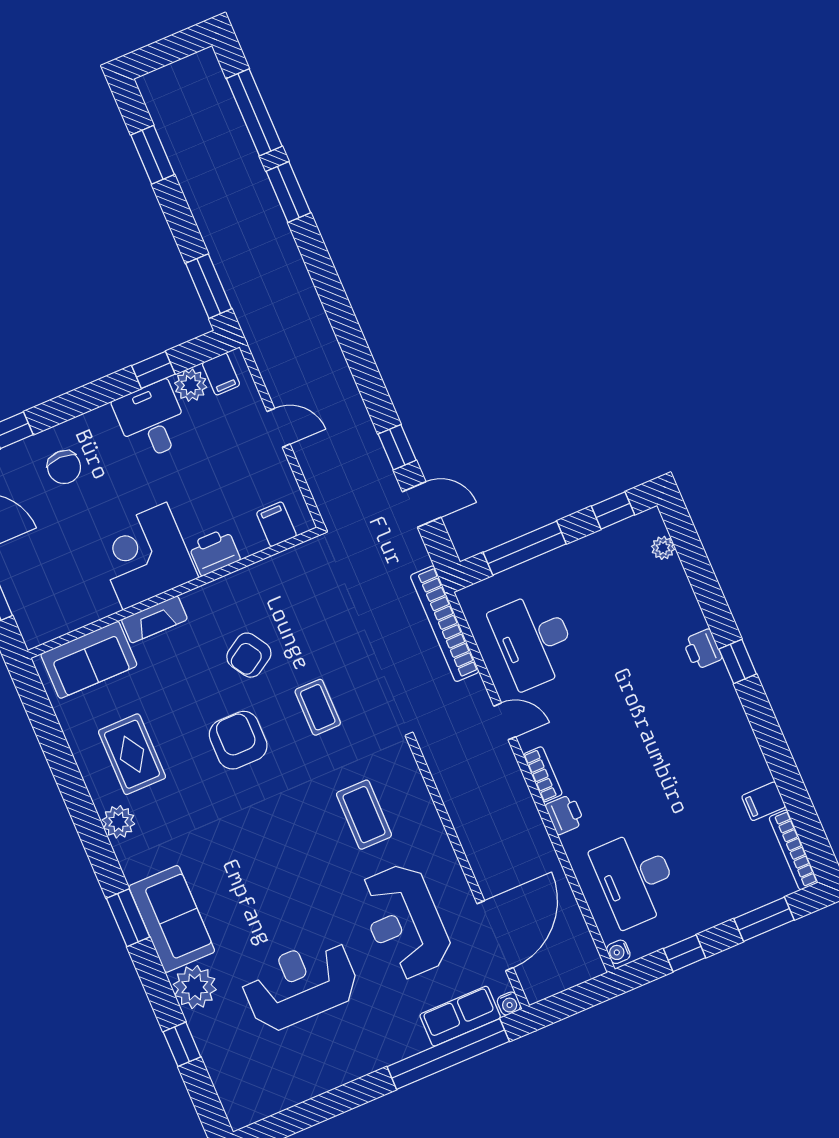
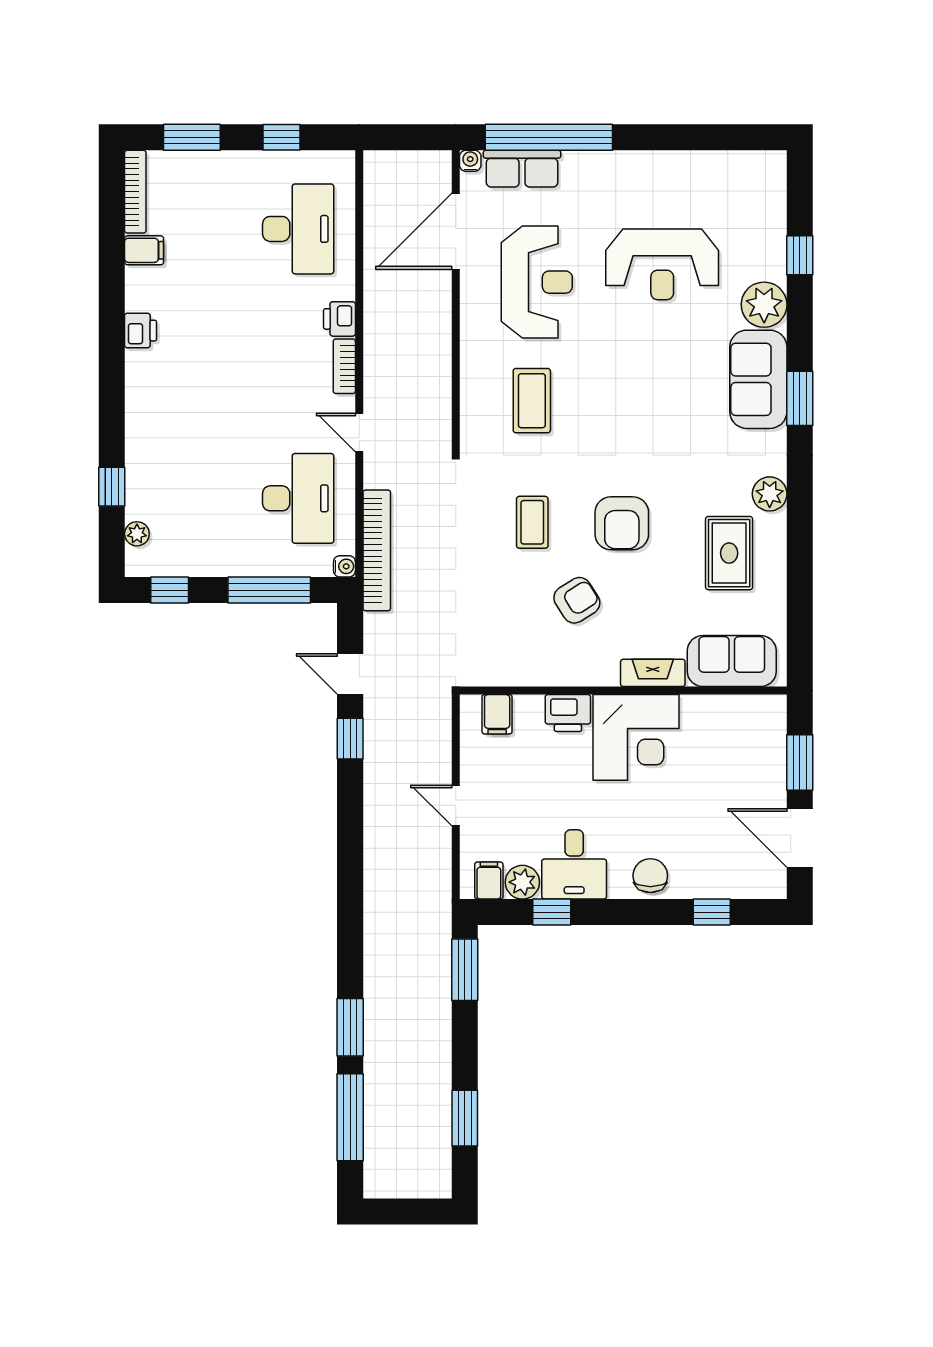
chair: (64, 467) -> (650, 876), moved
printer: (702, 649) -> (141, 331), moved
window: (738, 662) -> (112, 487), moved
water cooler: (618, 952) -> (344, 566), moved

